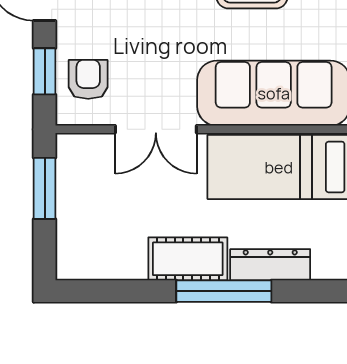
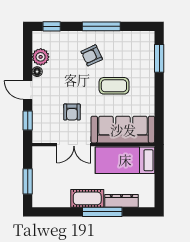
armchair: (88, 79) -> (72, 112), moved, turned 180
window: (45, 188) -> (28, 181), moved

